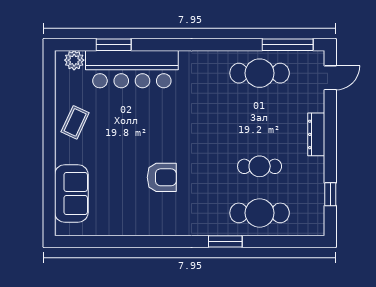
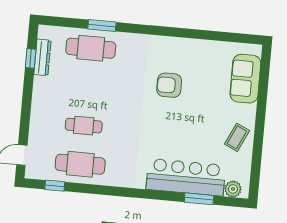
window: (288, 45) -> (55, 186), width x0.46
dresser: (316, 134) -> (42, 57), moved
cafe table: (260, 166) -> (84, 126), moved
window: (225, 241) -> (102, 26), moved

